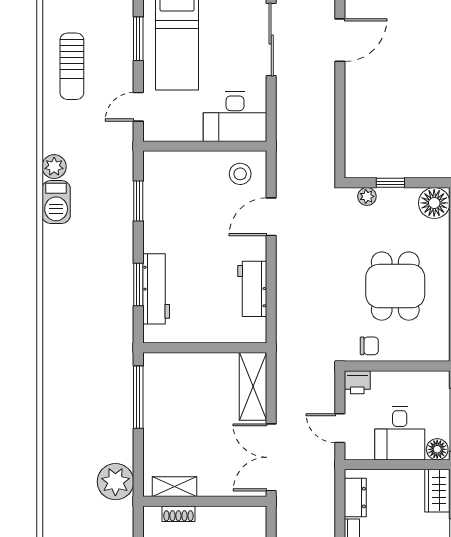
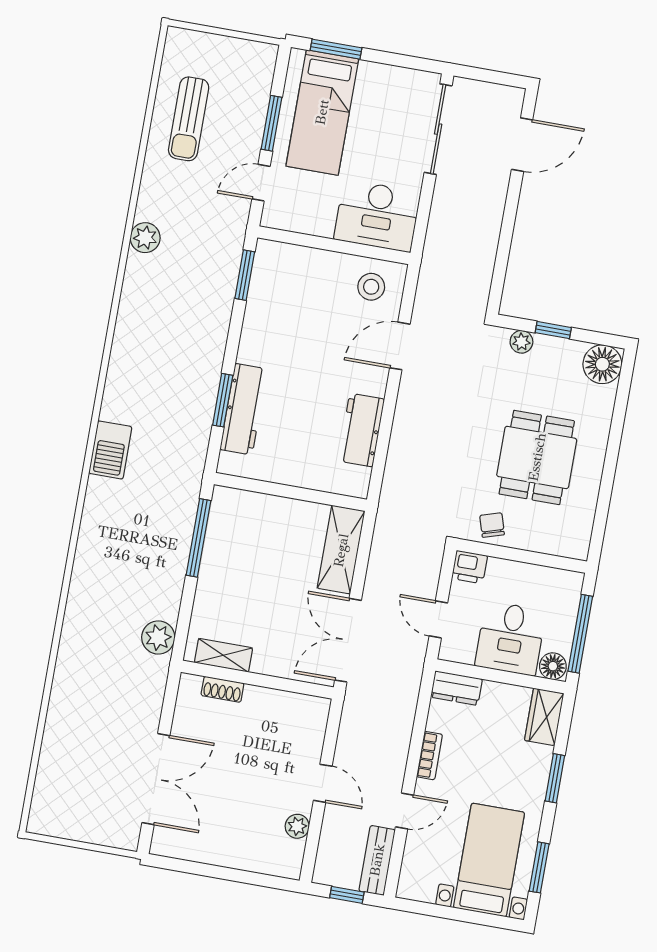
window: (138, 39) -> (272, 123), moved
window: (138, 201) -> (245, 275), moved
barbecue: (56, 202) -> (110, 450), moved
chair: (369, 346) -> (492, 525), turned -107
plant: (115, 482) -> (158, 637), width x0.73, depth x0.73
dresser: (355, 498) -> (456, 688), moved, turned 90

